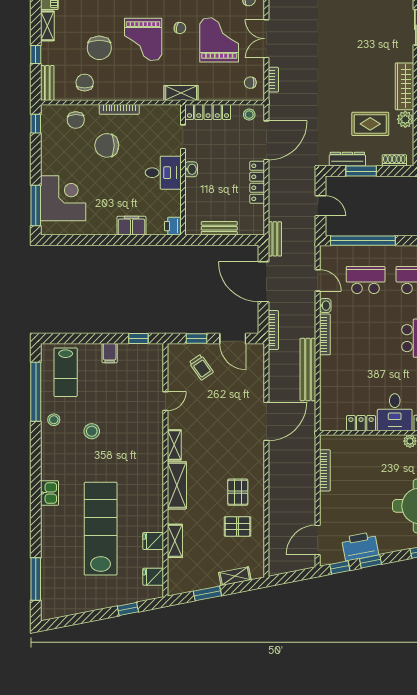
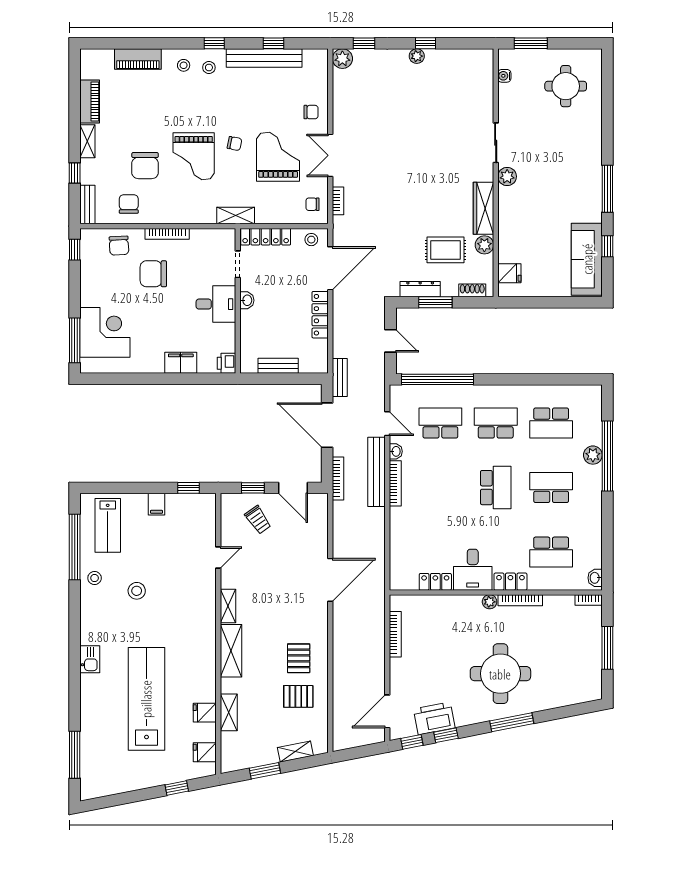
bench: (308, 369) -> (376, 472), moved

